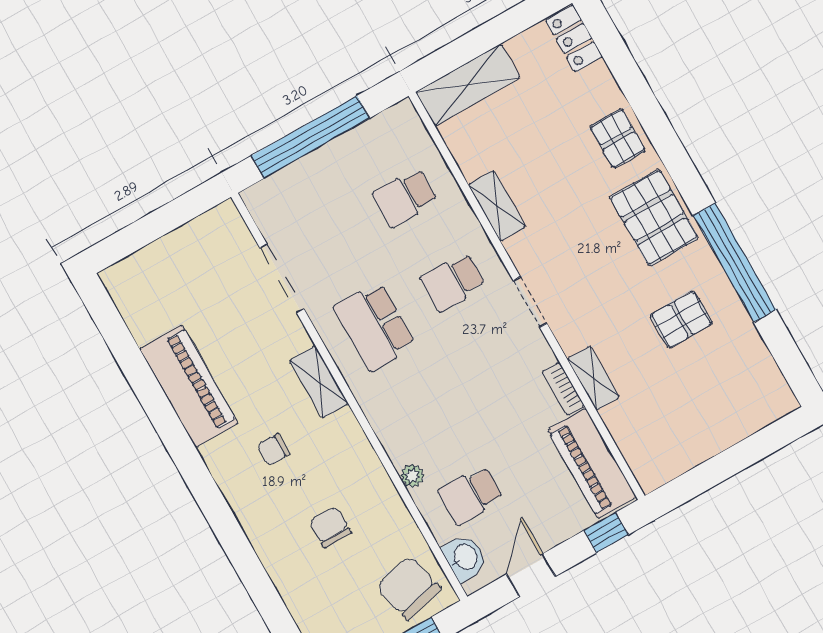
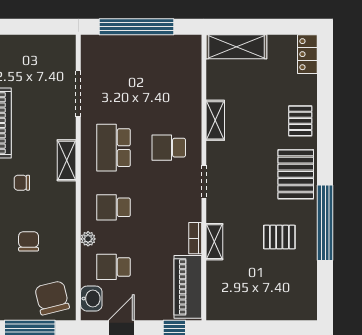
school desk: (405, 198) -> (113, 207), moved

